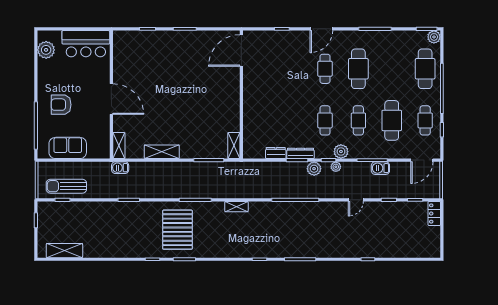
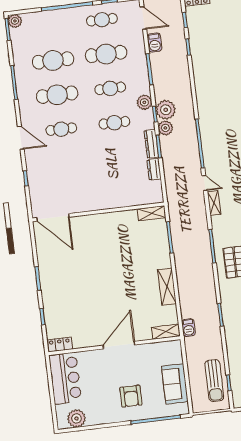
locker: (119, 42) -> (60, 345), added
cafe table: (425, 69) -> (53, 60), moved
plant: (336, 167) -> (166, 110), width x1.87, depth x1.87
barbecue: (380, 168) -> (154, 43), moved
door: (356, 200) -> (205, 183), moved

